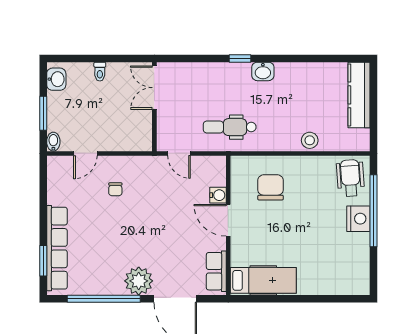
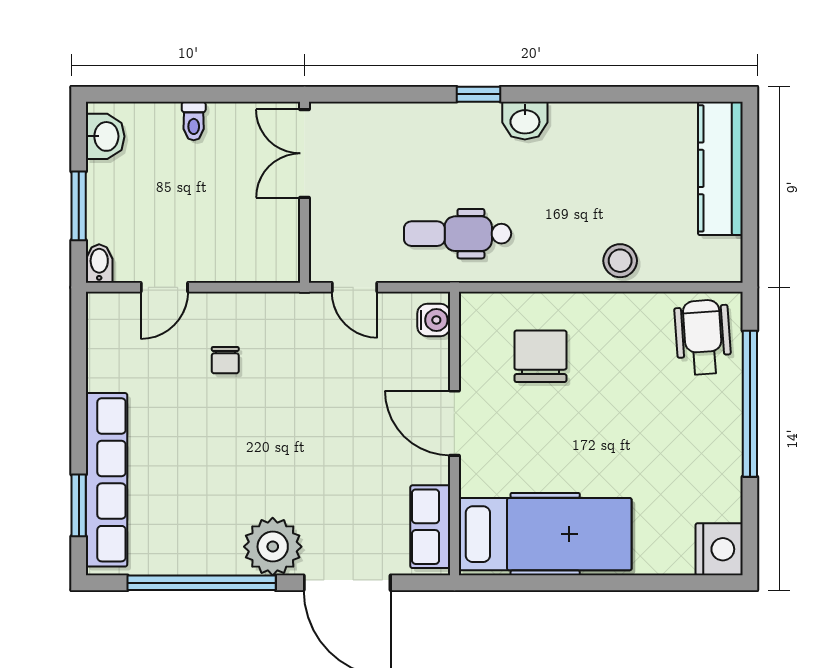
water cooler: (218, 195) -> (434, 320), moved
nightstand: (358, 219) -> (719, 549), moved
hospital bed: (263, 280) -> (545, 534), width x1.37, depth x1.29

